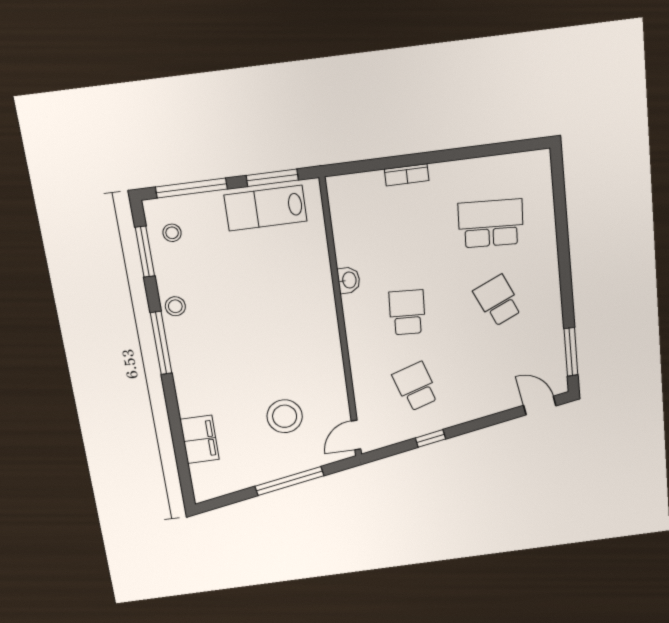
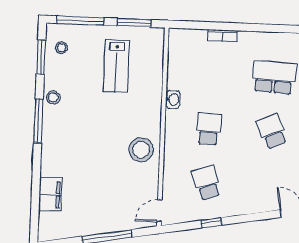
lab bench: (266, 208) -> (116, 66), moved, turned -90
stool: (285, 416) -> (141, 150), moved

